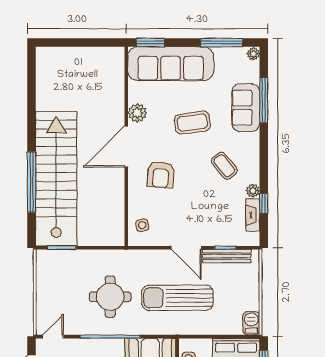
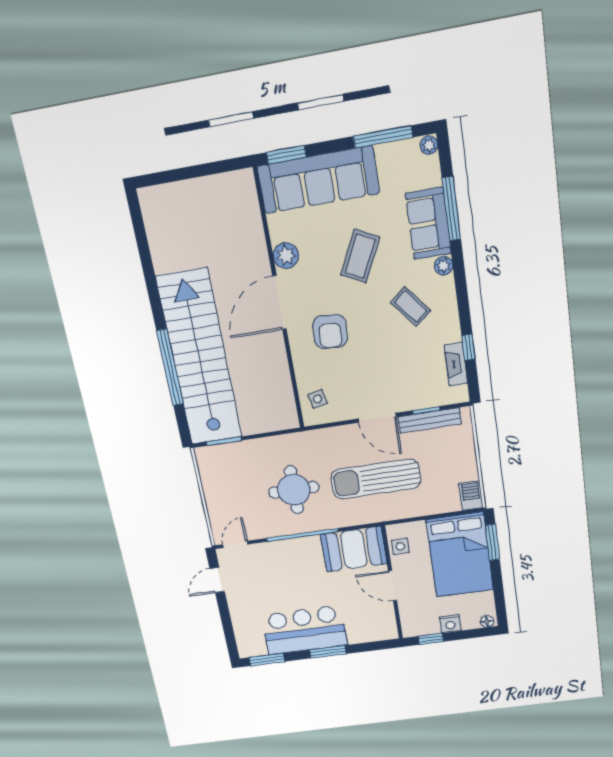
coffee table: (192, 123) -> (360, 256), turned -56
plant: (253, 191) -> (444, 266), moved

